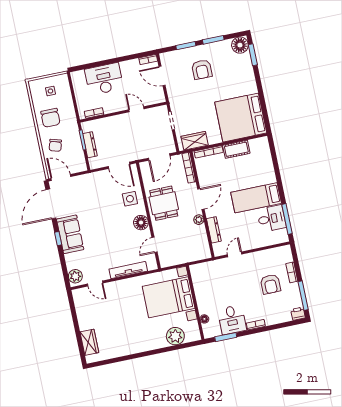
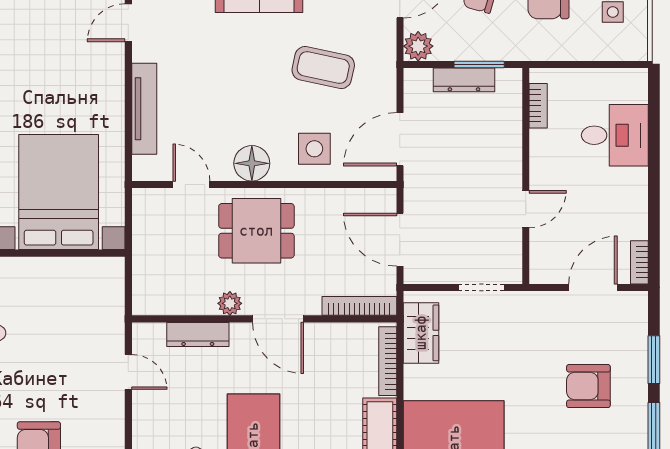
desk: (104, 79) -> (615, 135), width x0.73
plant: (80, 166) -> (418, 46), added
coffee table: (97, 202) -> (323, 68), added
dining table: (164, 203) -> (256, 231), moved

